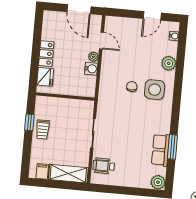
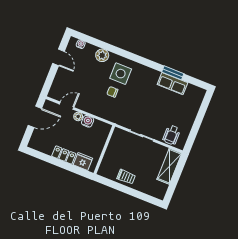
window: (29, 122) -> (117, 186), removed
filing cabinet: (42, 171) -> (161, 187), removed
plant: (158, 182) -> (199, 94), removed

